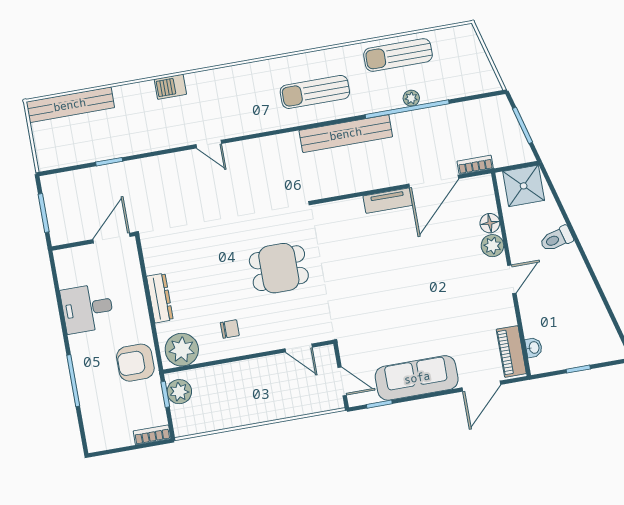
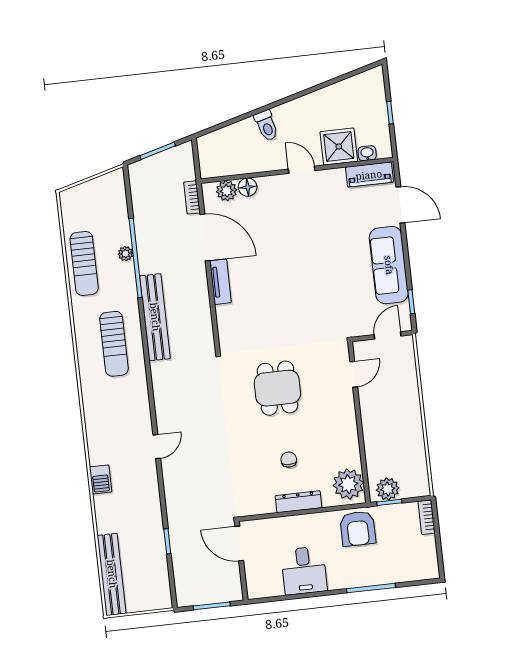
shower: (524, 186) -> (339, 146), moved
plant: (492, 246) -> (227, 191), moved
chair: (230, 329) -> (289, 460), moved

